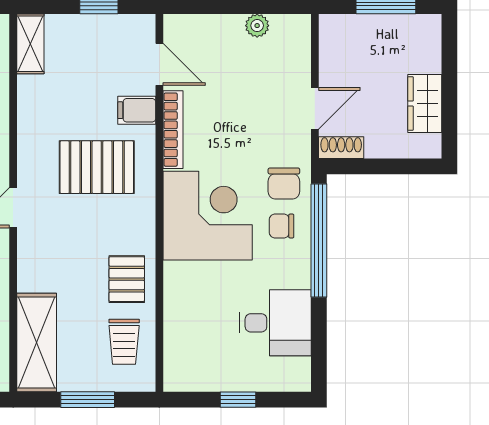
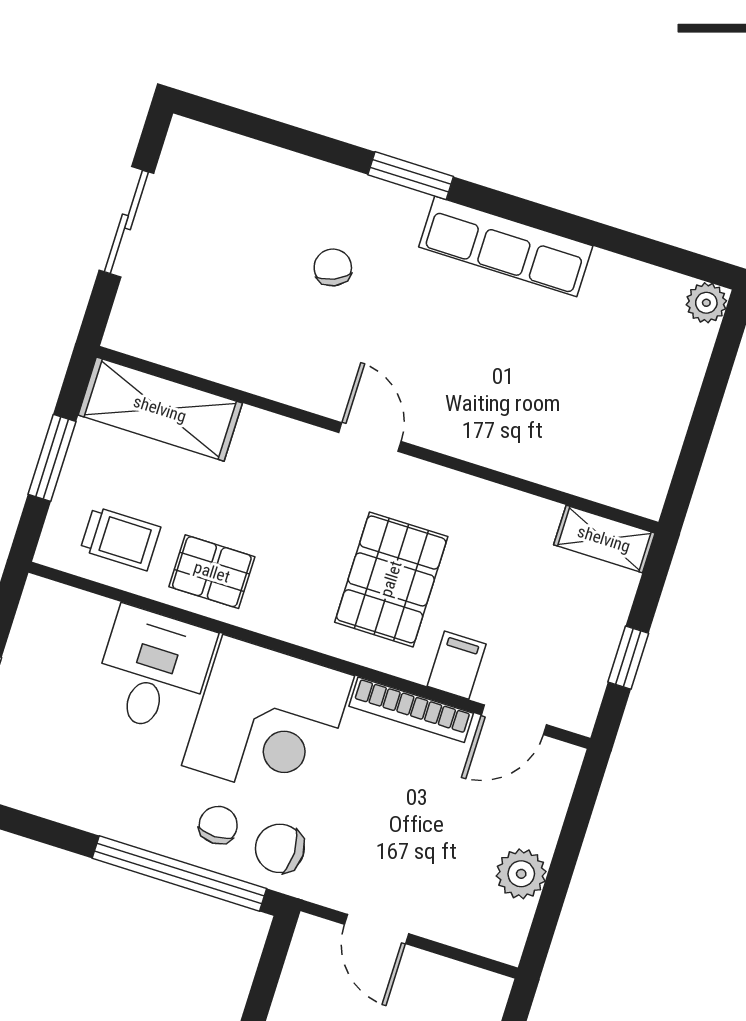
plant: (257, 26) -> (521, 874), width x1.38, depth x1.38
shoe rack: (341, 148) -> (306, 950), removed
desk: (275, 323) -> (154, 670), moved, turned 180
trolley: (124, 342) -> (120, 539), turned 180

